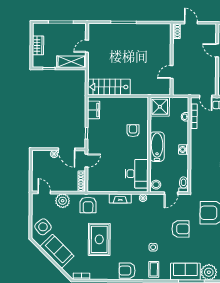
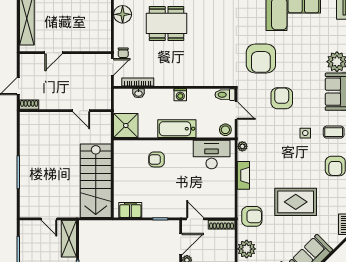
stairs: (109, 87) -> (96, 181), width x1.36, depth x1.51

